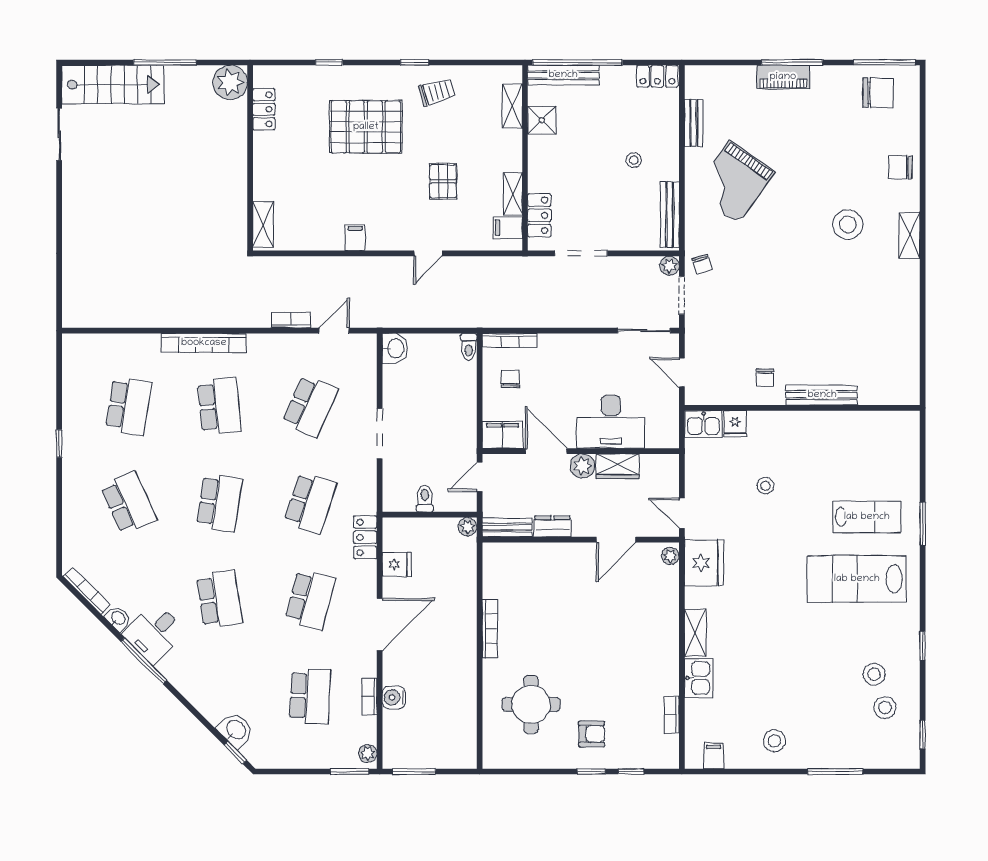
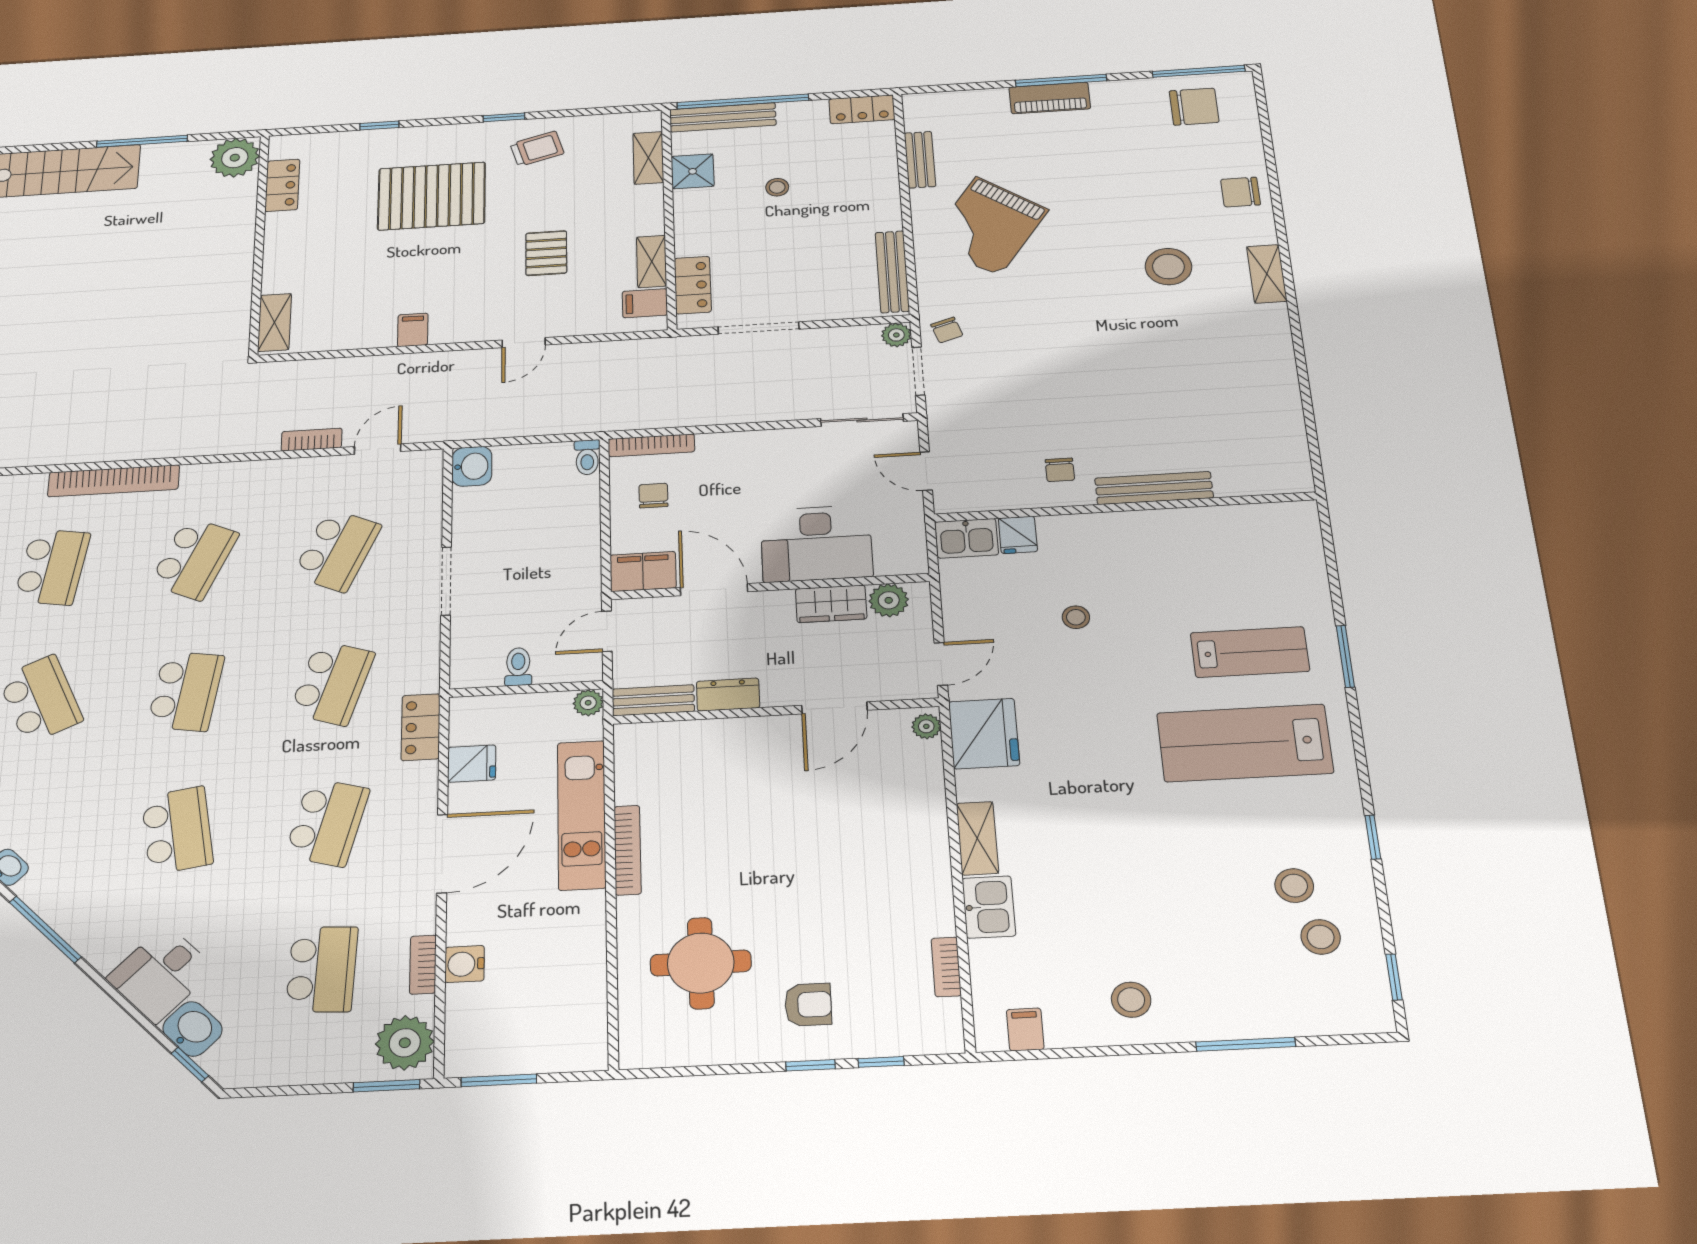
stool: (634, 160) -> (777, 187), moved
bookcase: (204, 343) -> (114, 481), moved
school desk: (219, 406) -> (194, 559), turned 30
plant: (582, 466) -> (889, 600), moved
door: (682, 513) -> (941, 664), swing flipped
kitchen unit: (463, 603) -> (582, 815), added
desk: (154, 633) -> (161, 974), moved
plant: (368, 753) -> (405, 1043), width x1.88, depth x1.88

